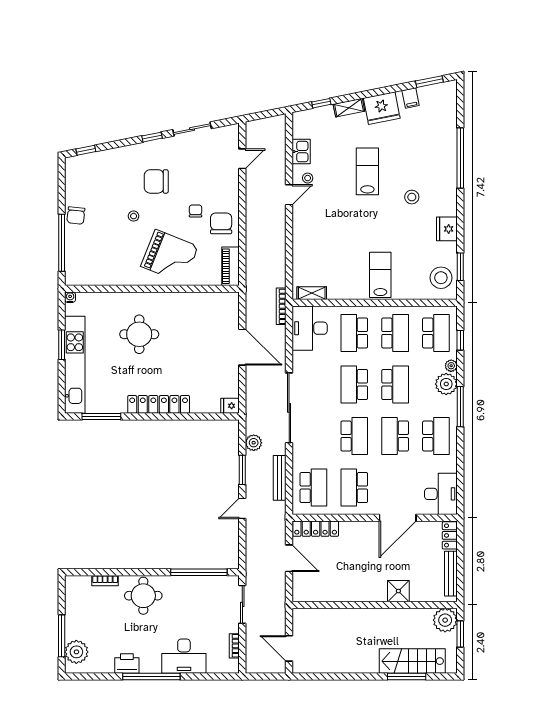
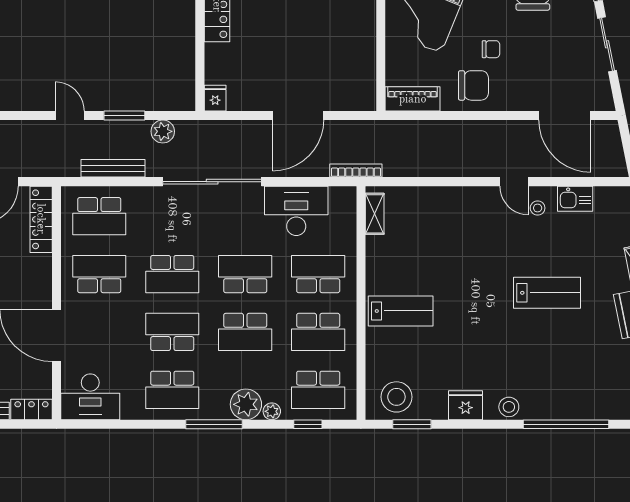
door: (242, 159) -> (565, 115), width x1.88
stool: (412, 197) -> (509, 407), moved
desk: (310, 328) -> (296, 211), moved

